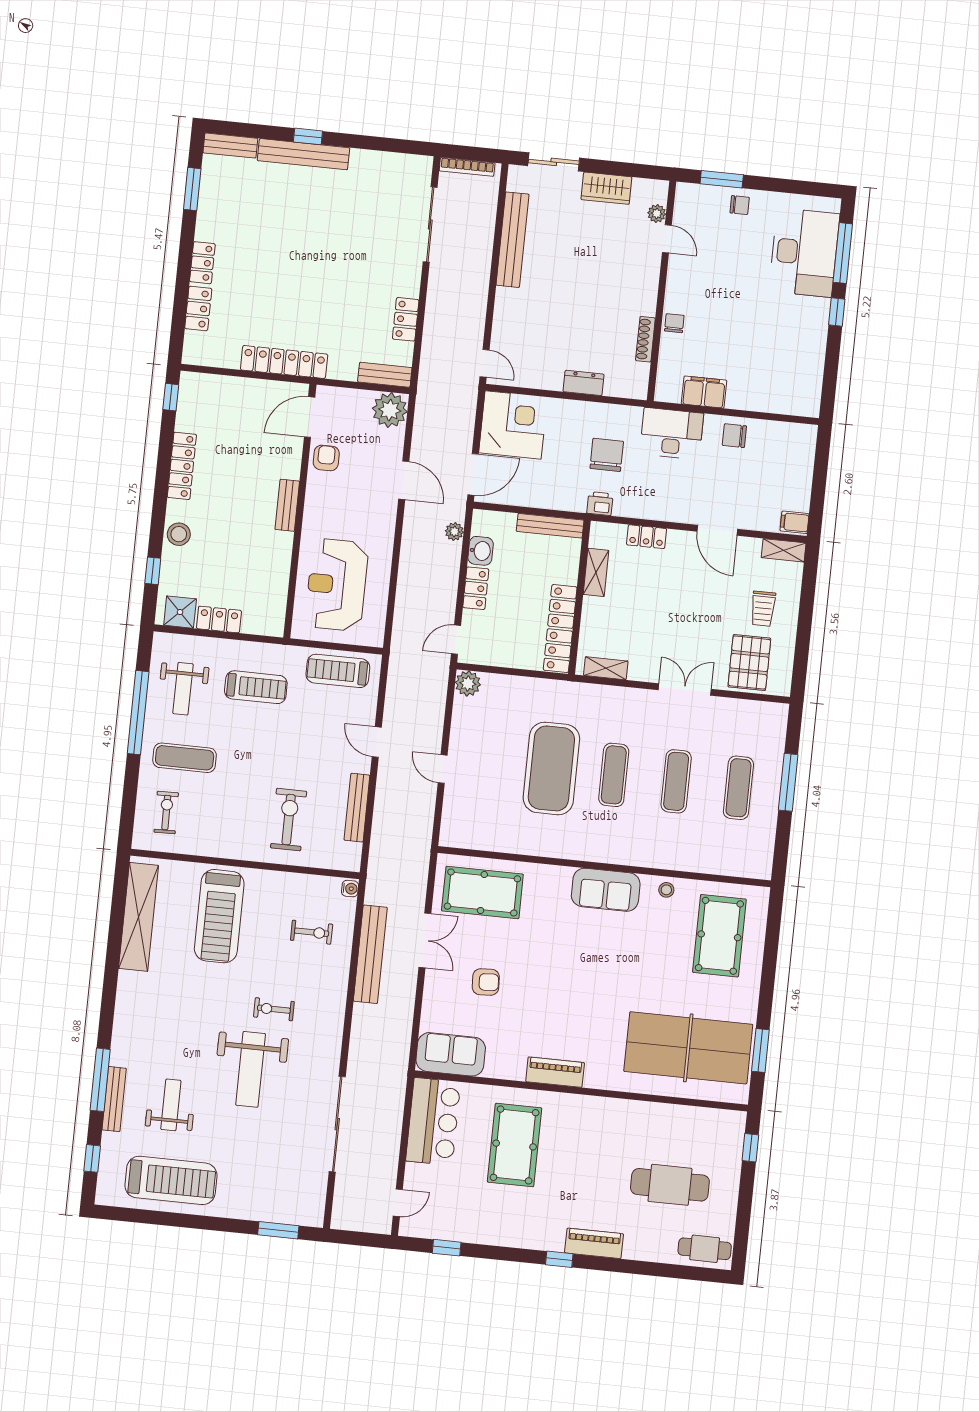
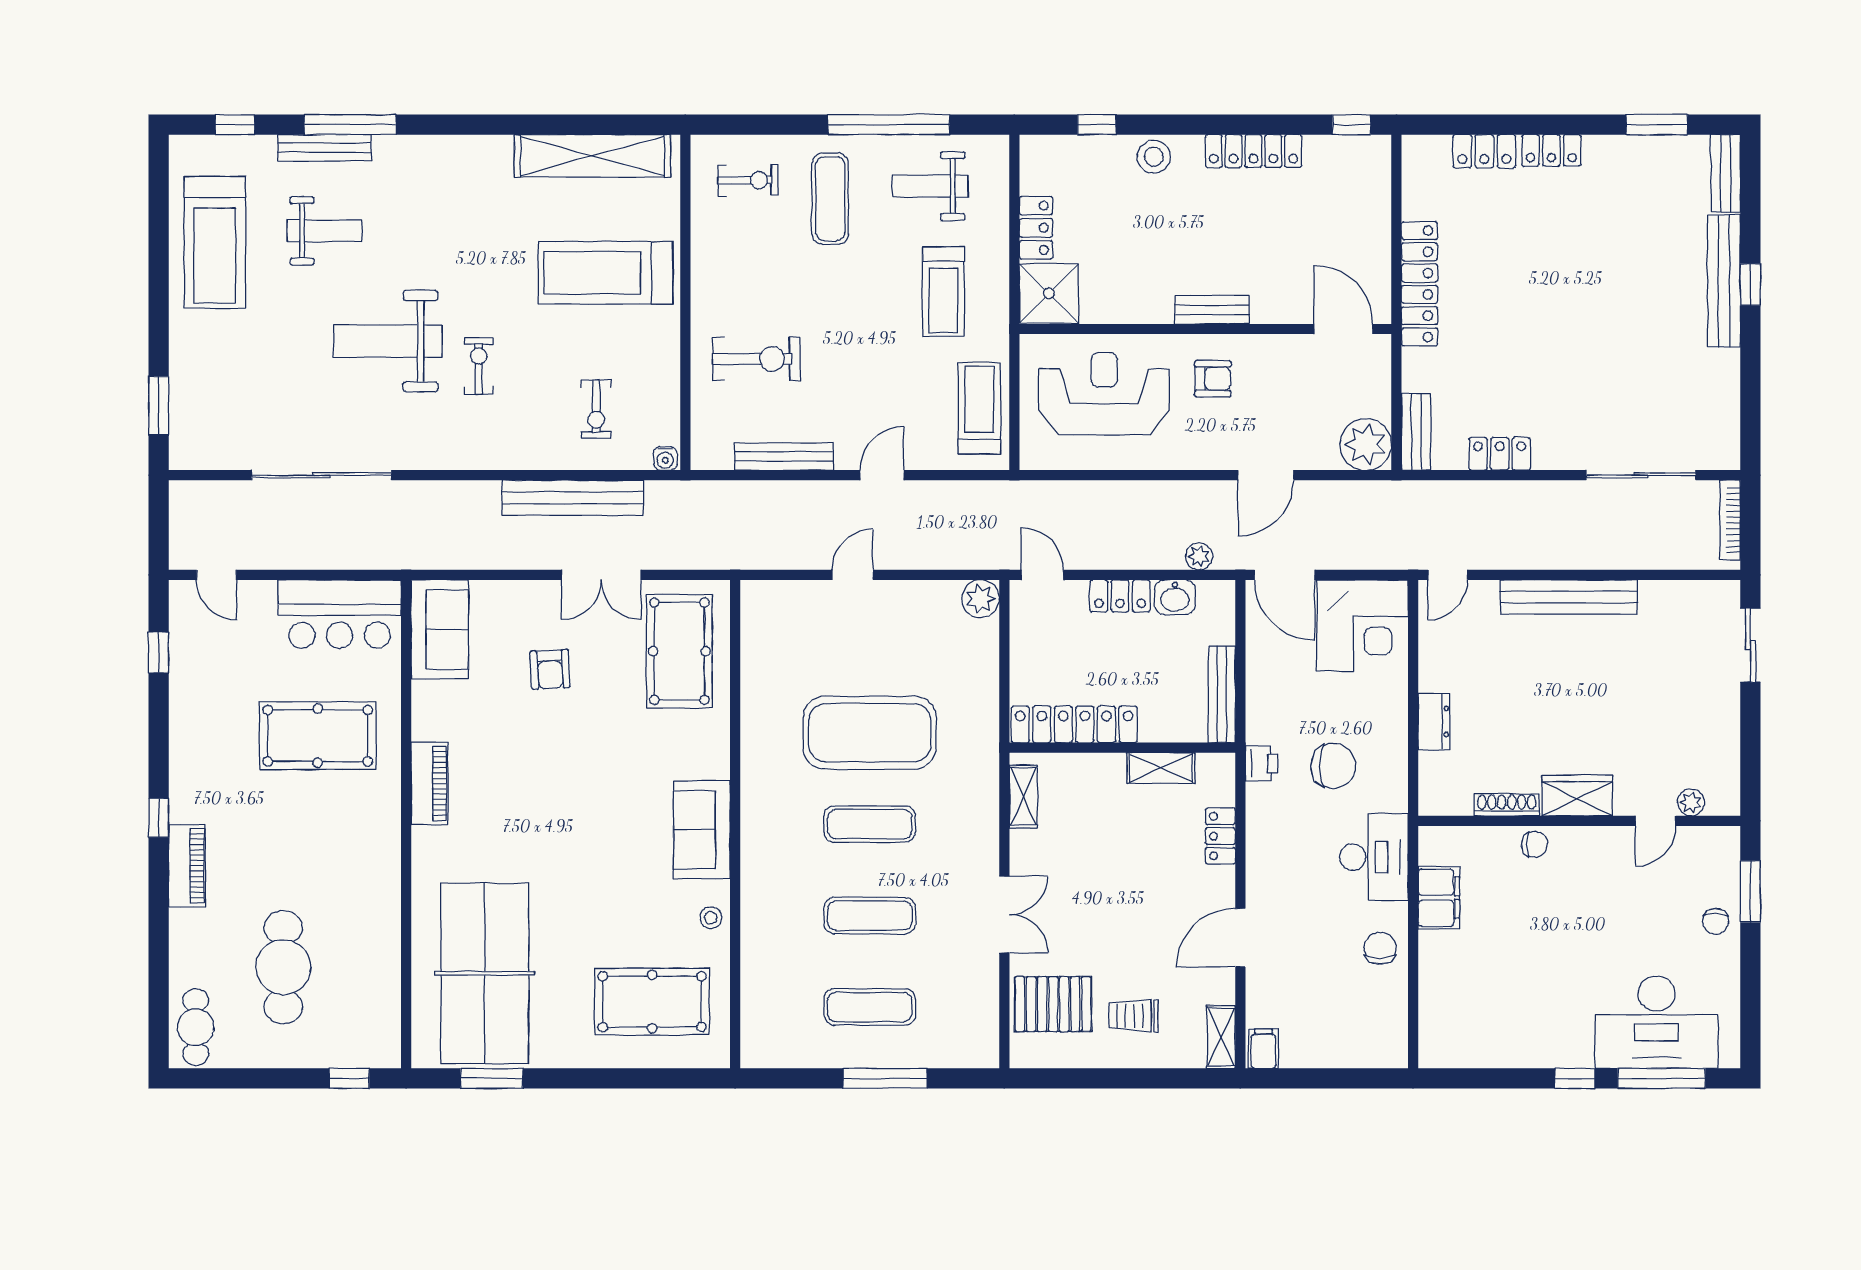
wardrobe: (606, 188) -> (1577, 795), moved, turned 90
bench: (513, 240) -> (1569, 597), moved
armchair: (326, 458) -> (1213, 379), moved
shower: (180, 612) -> (1049, 293), moved, width x1.36, depth x1.36

